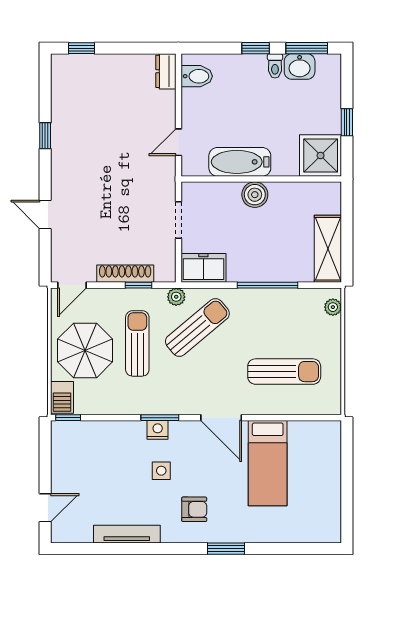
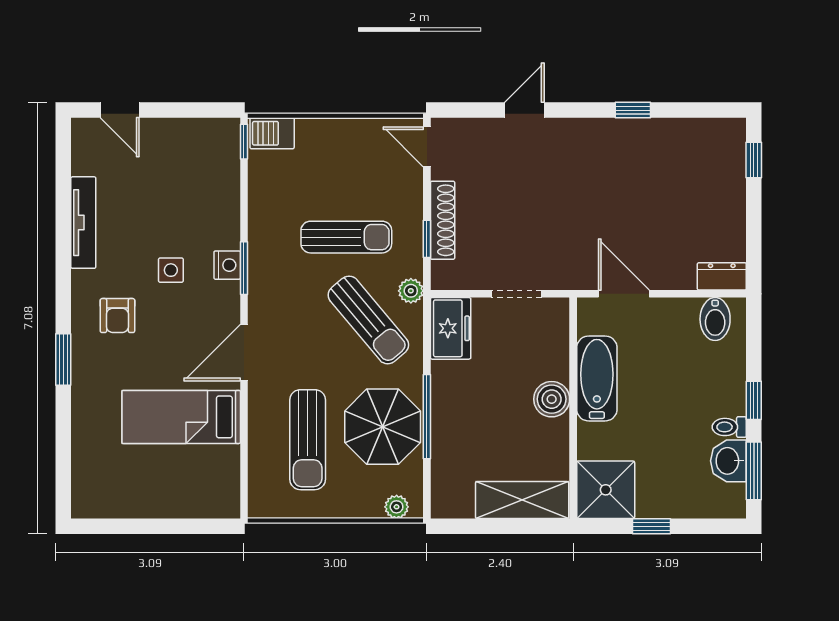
door: (178, 142) -> (624, 294), width x1.37
shelving: (328, 249) -> (522, 500), moved
parasol: (85, 350) -> (383, 427), moved

